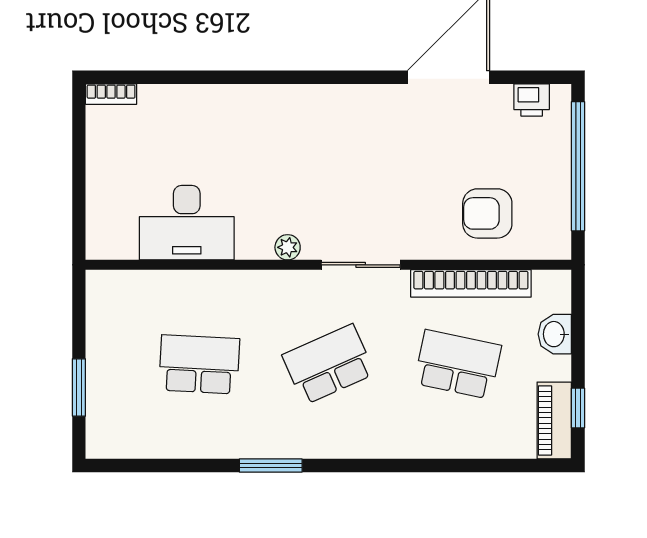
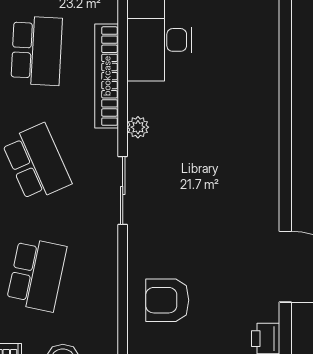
armchair: (487, 213) -> (167, 300), turned -90
bookcase: (471, 283) -> (107, 76), moved

